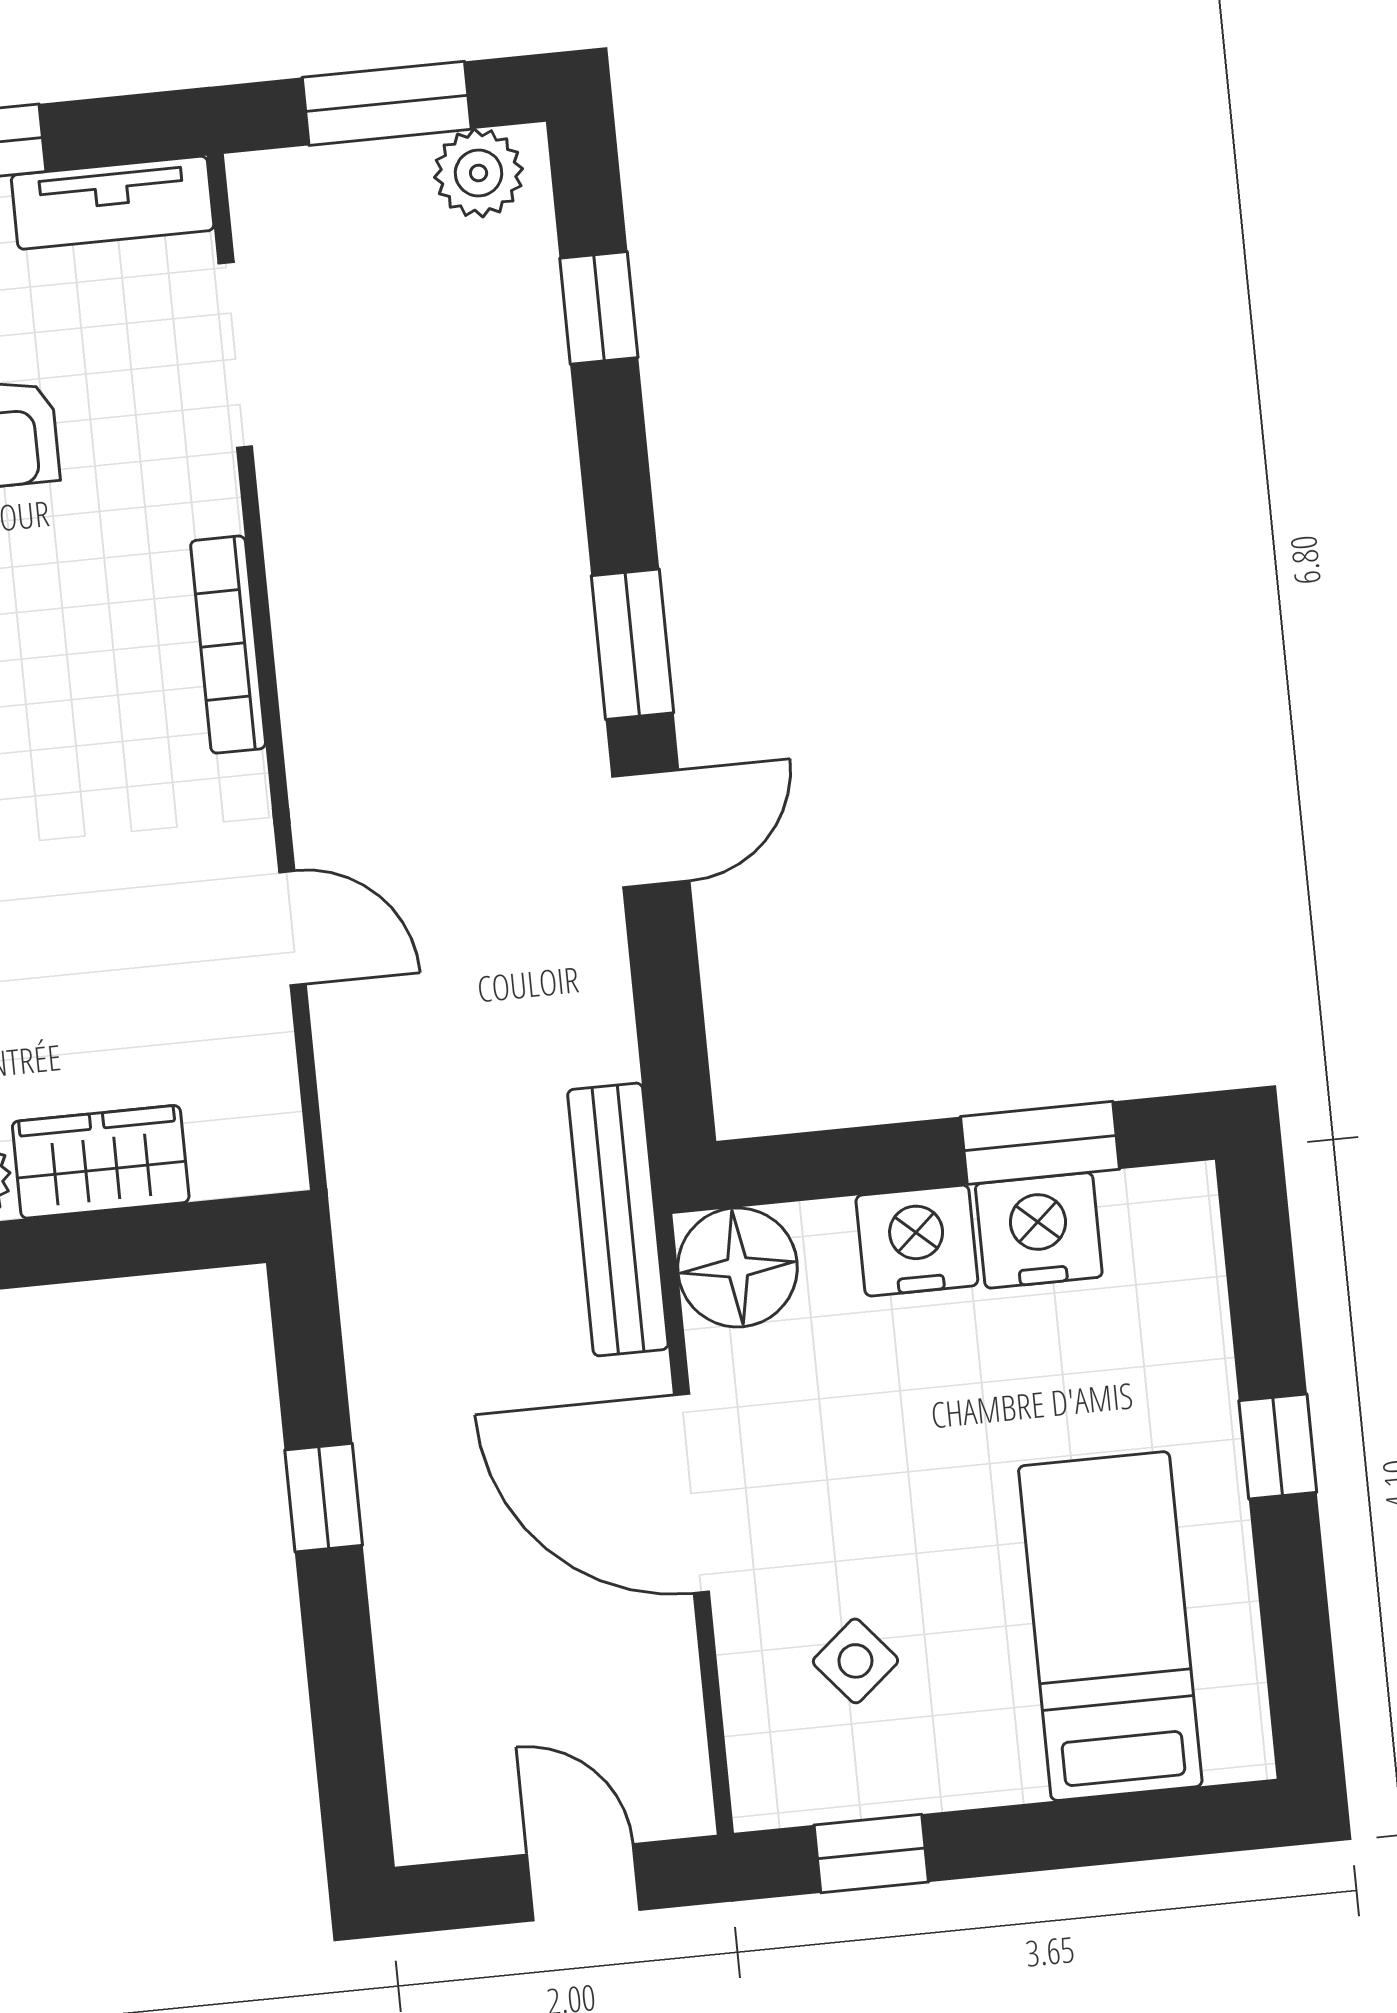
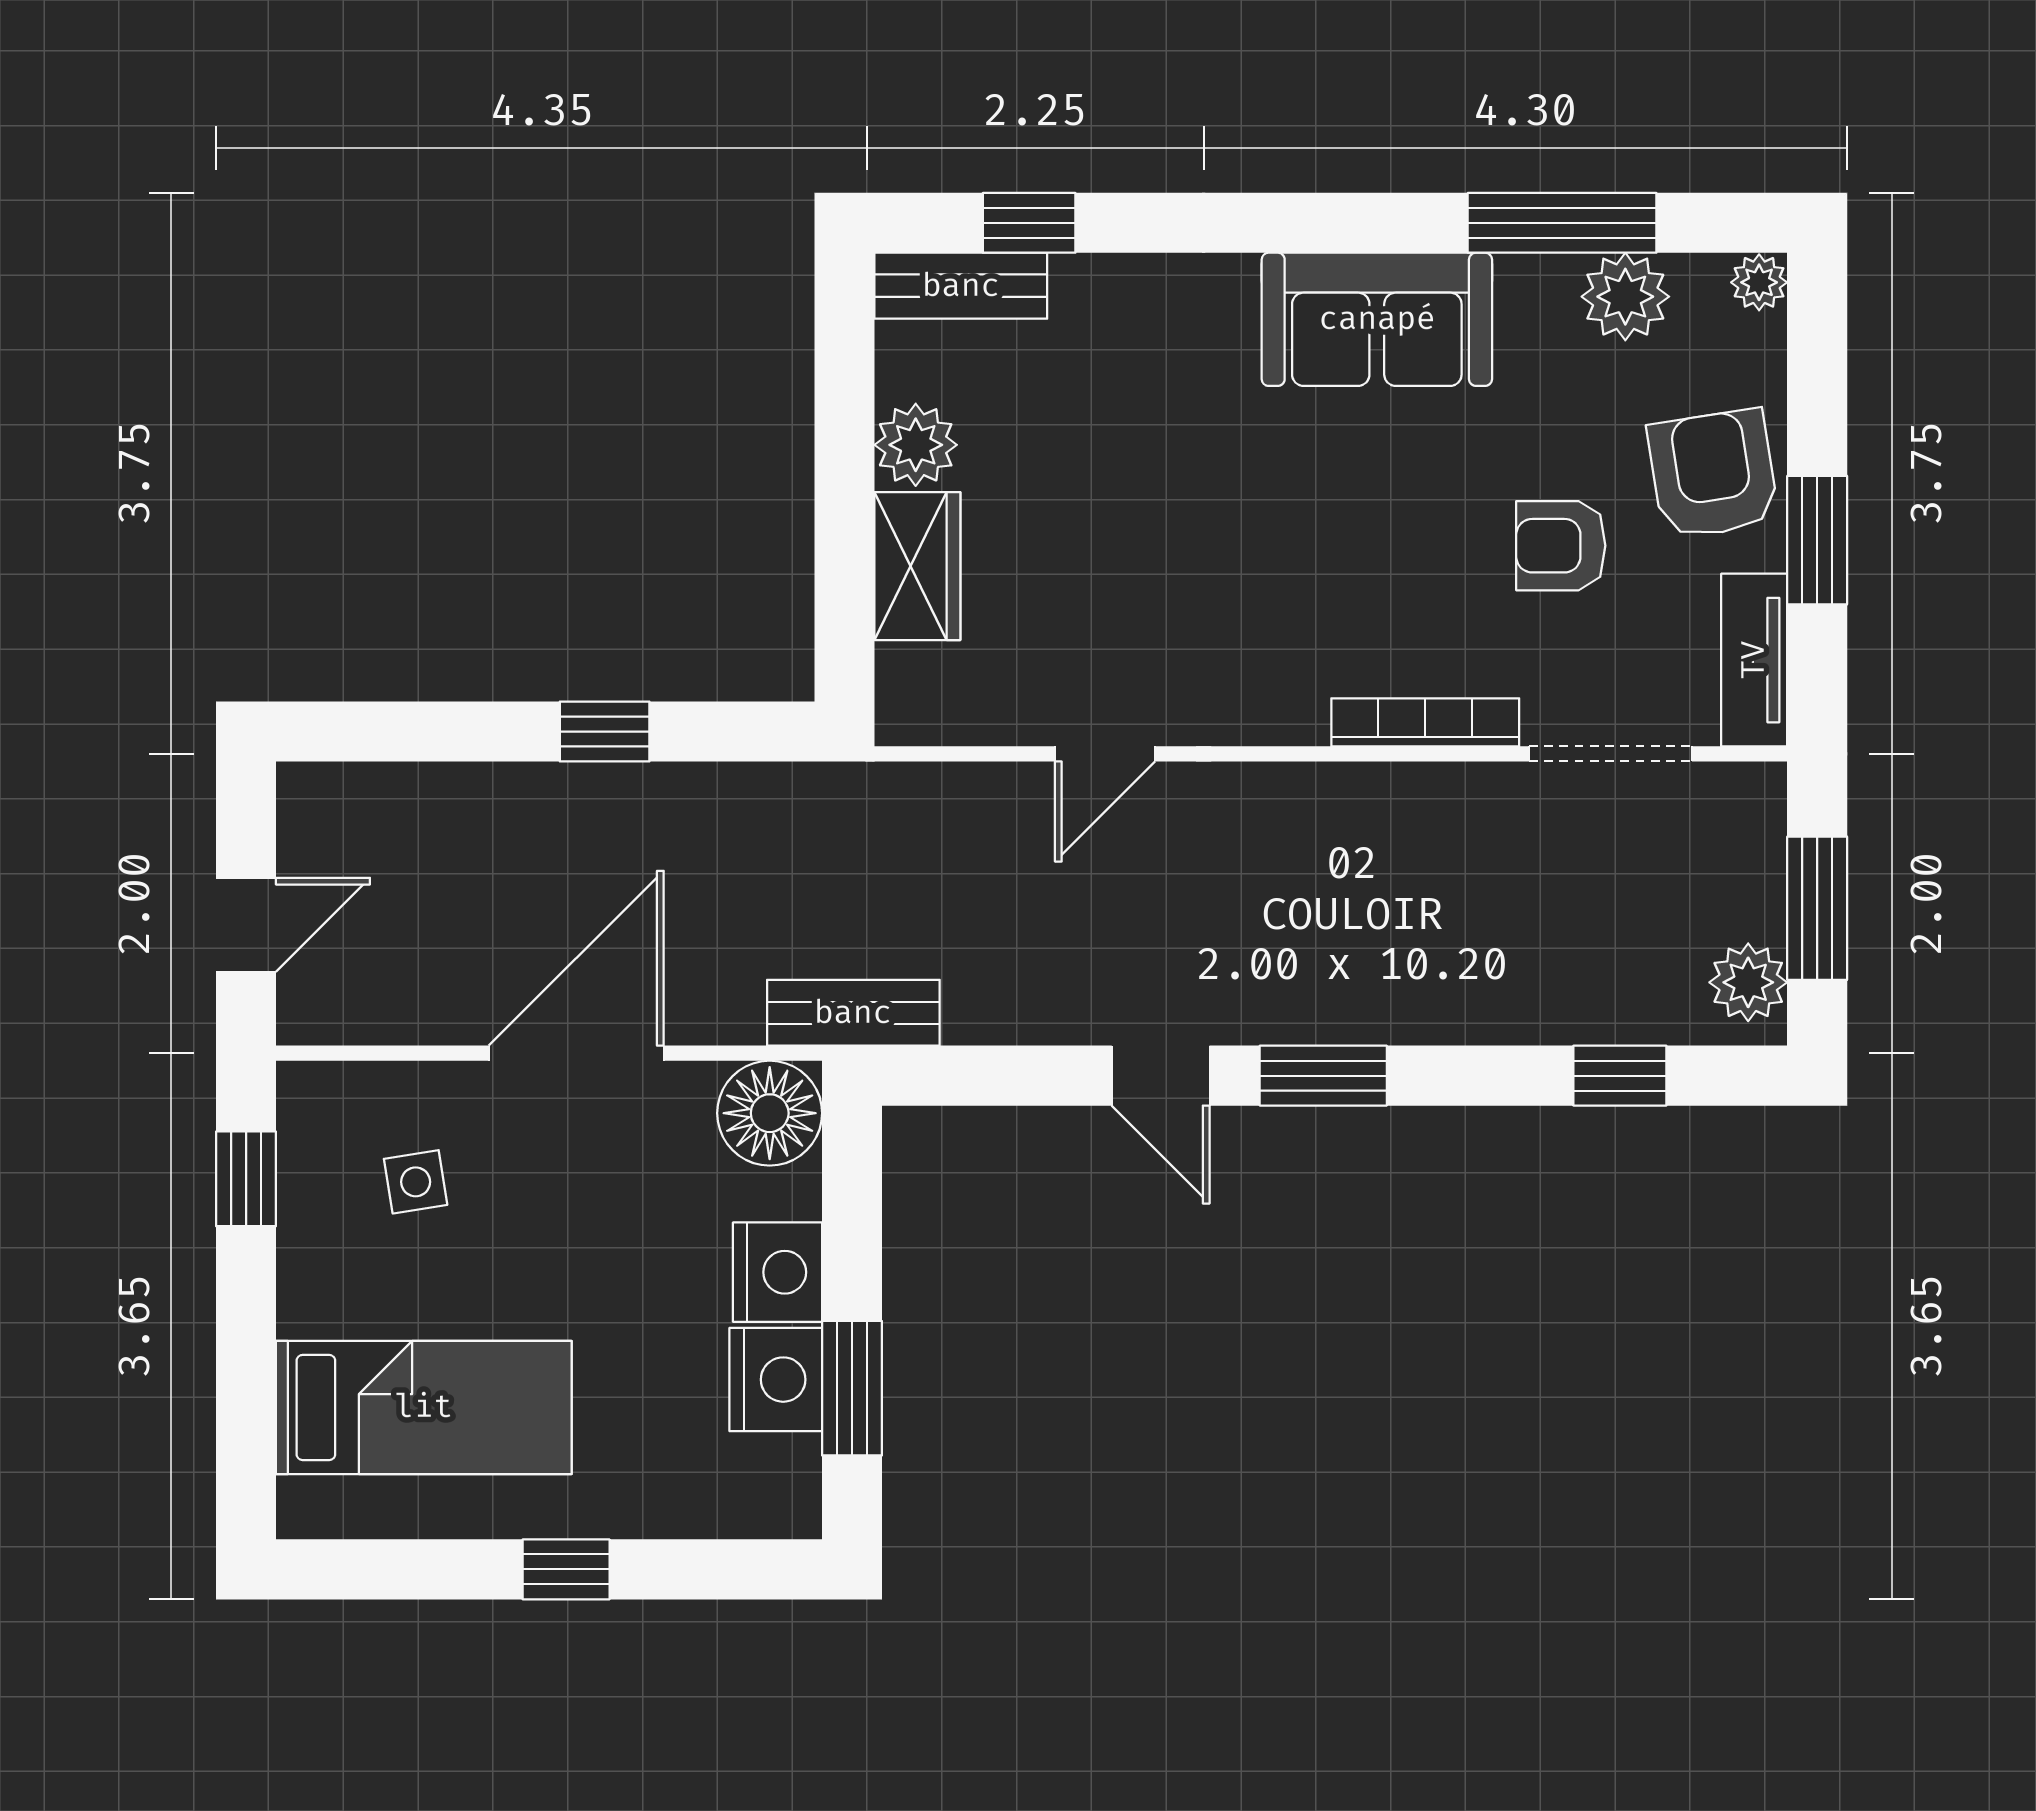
bookcase: (228, 645) -> (1425, 722), moved
bench: (618, 1219) -> (853, 1013), width x0.73
side table: (855, 1661) -> (416, 1182), turned 31

